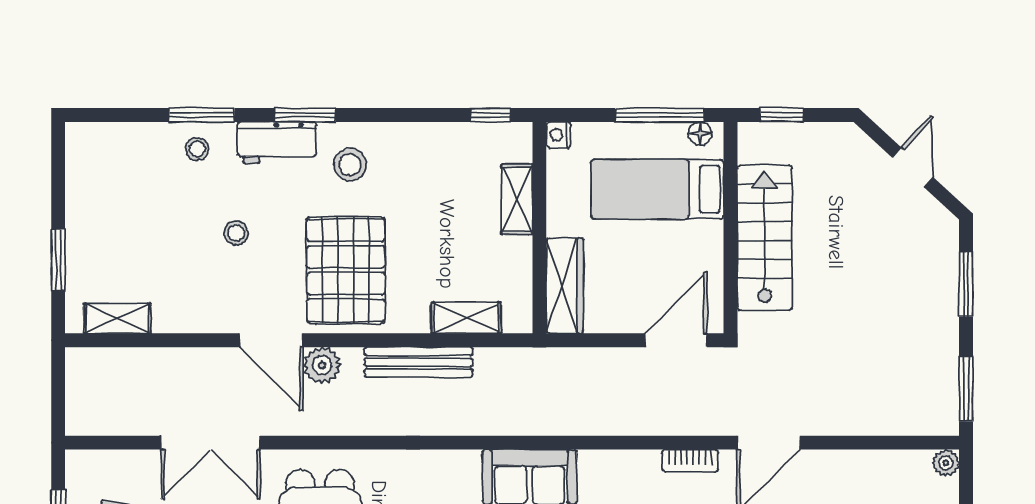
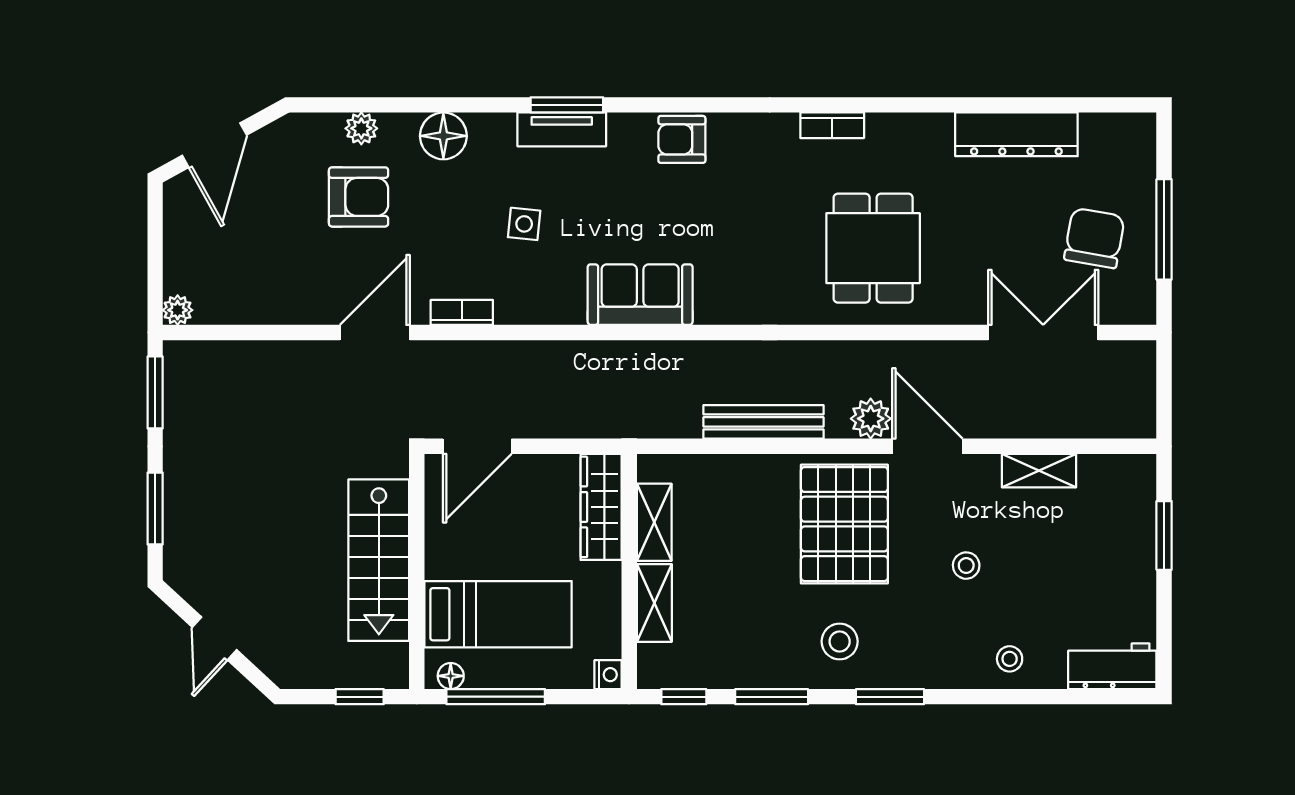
window: (201, 115) -> (772, 697), moved
workbench: (277, 142) -> (1112, 666), moved
shelving: (117, 318) -> (1039, 471), moved
shelving: (466, 318) -> (654, 522), moved, turned 90
double door: (211, 443) -> (1043, 332), moved

